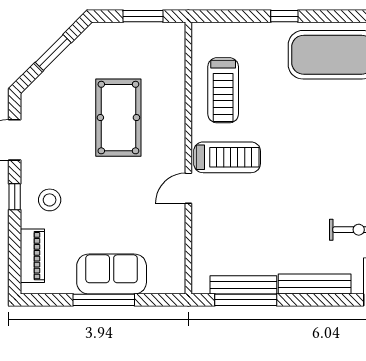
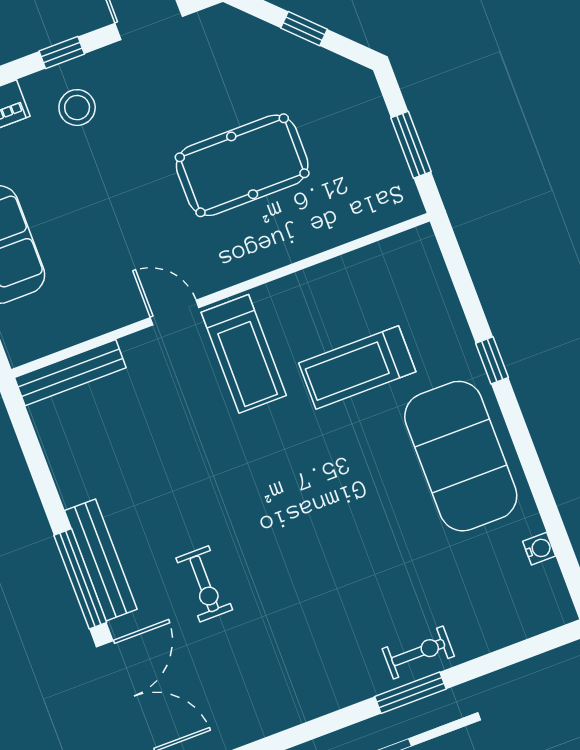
window: (53, 52) -> (304, 29), width x0.67
treadmill: (223, 90) -> (357, 367), moved
bench: (243, 285) -> (70, 373), moved, turned 90
window: (246, 300) -> (80, 579), moved

